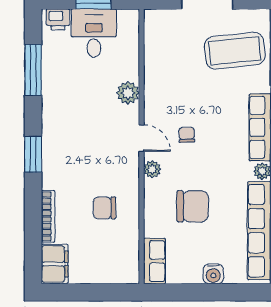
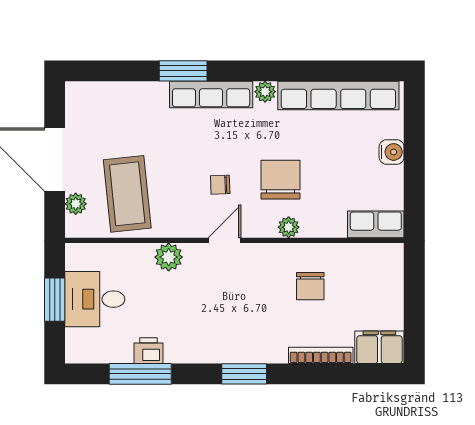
plant: (171, 18) -> (76, 204), added
printer: (58, 19) -> (148, 351), moved, turned -90
coffee table: (235, 51) -> (127, 194), moved
plant: (152, 169) -> (289, 227), moved
chair: (193, 206) -> (280, 180), moved

